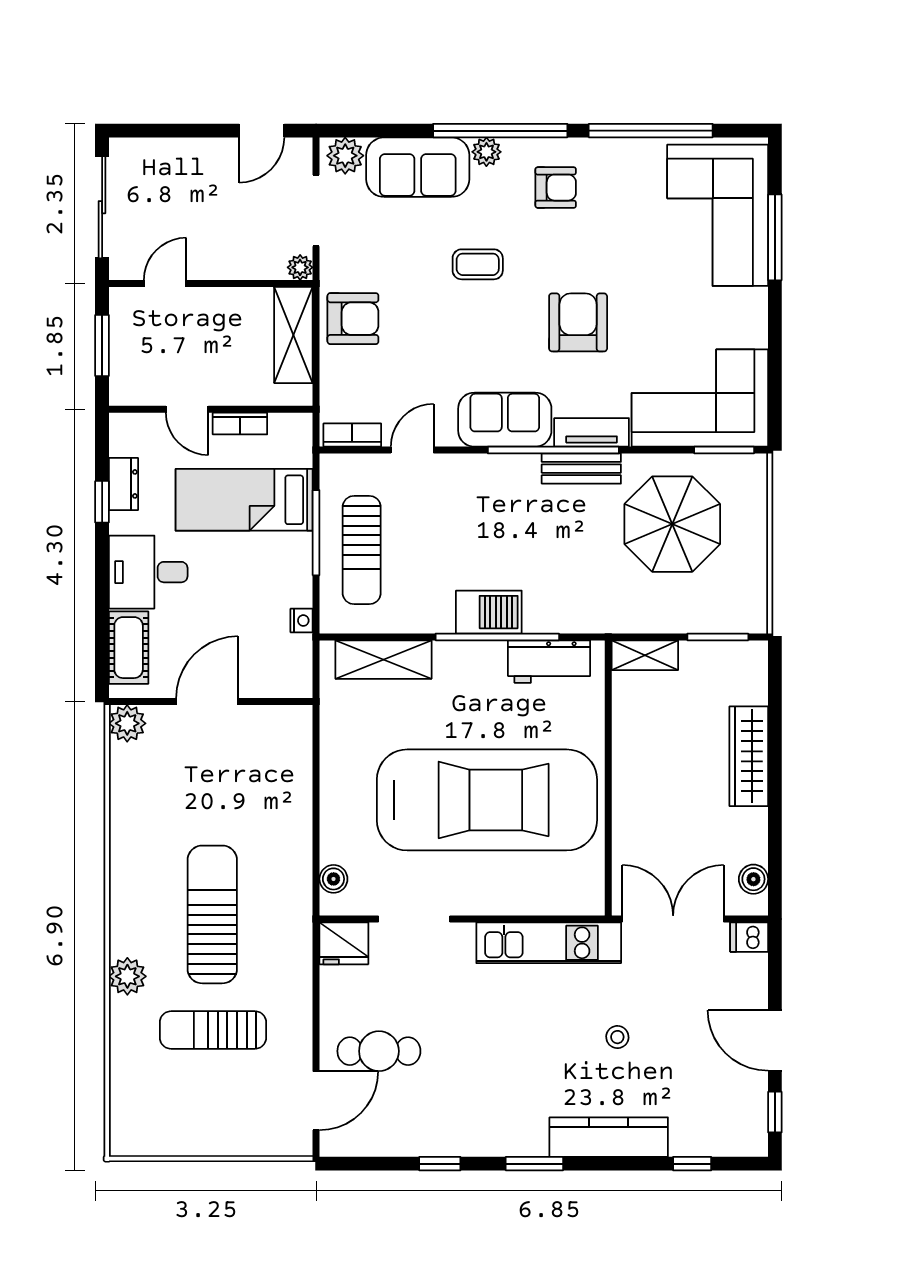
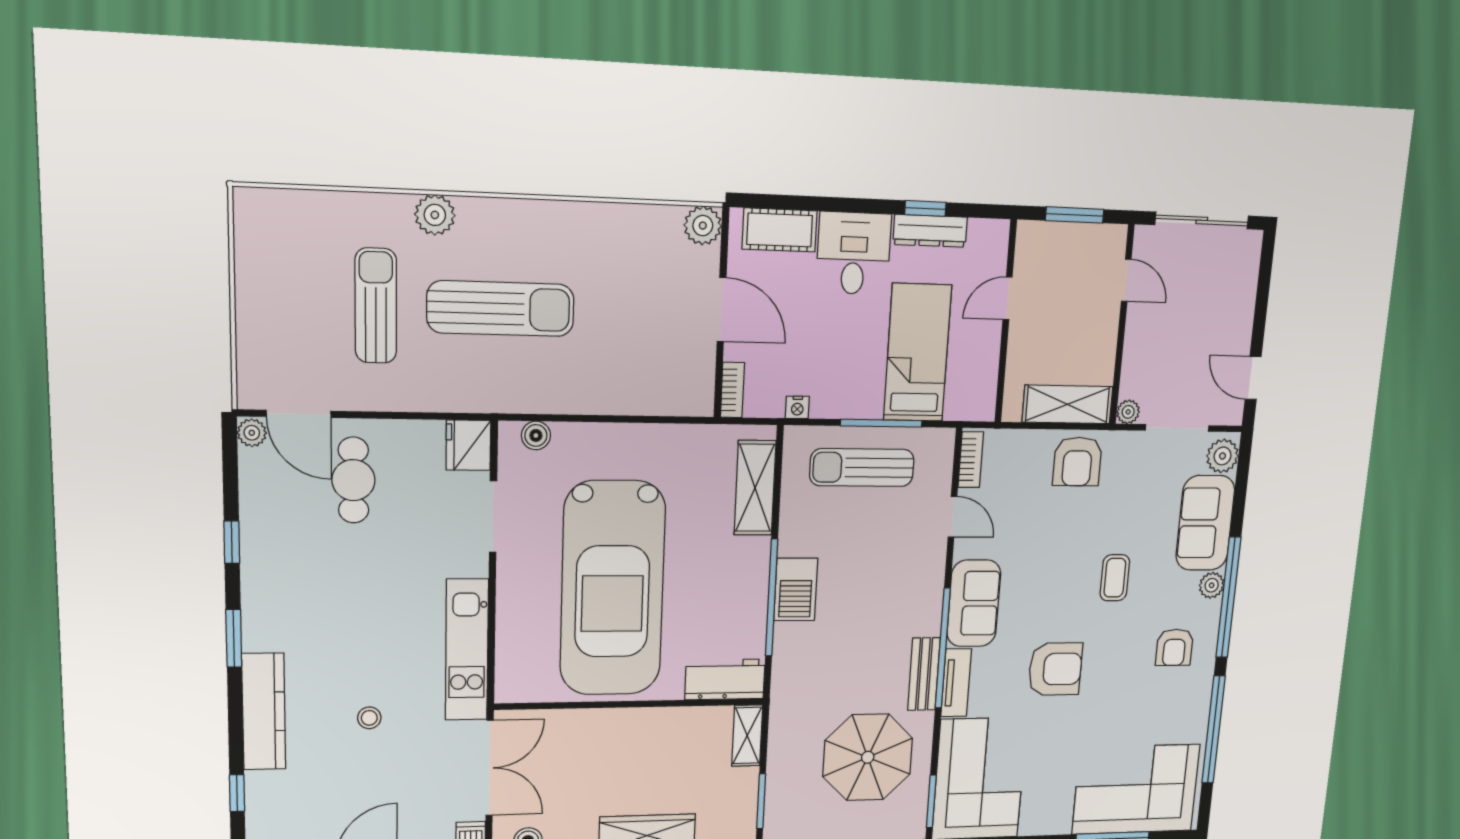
bookcase: (240, 424) -> (732, 390), moved, turned 180
dresser: (123, 484) -> (930, 231), width x1.44
workbench: (549, 662) -> (725, 679), moved, turned 90
plant: (335, 1144) -> (252, 433), added

